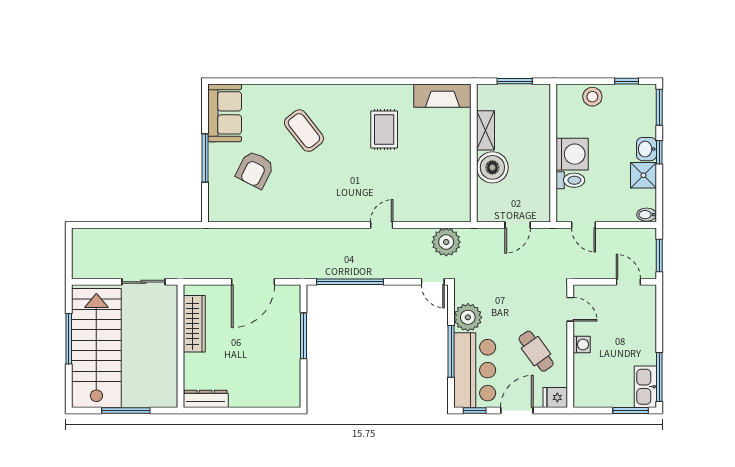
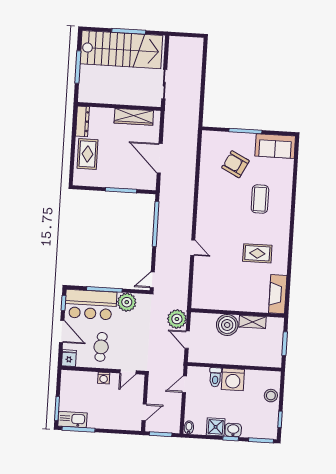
coffee table: (304, 131) -> (260, 199), turned -52
plant: (446, 242) -> (177, 319), moved
cafe table: (536, 351) -> (101, 347), turned -51
rug: (253, 388) -> (88, 154), added

